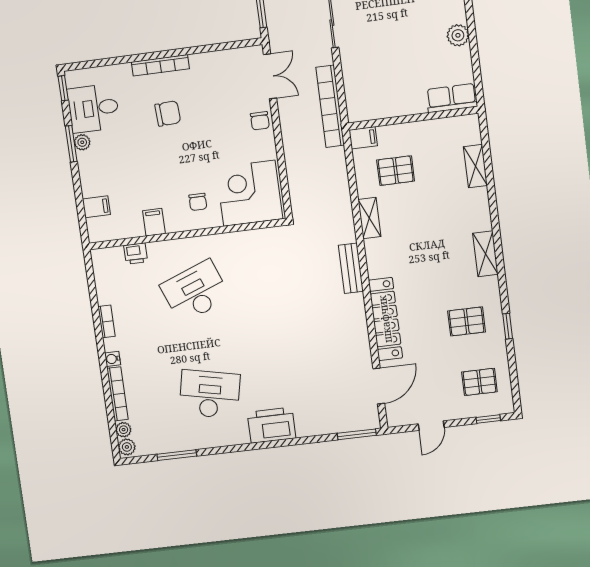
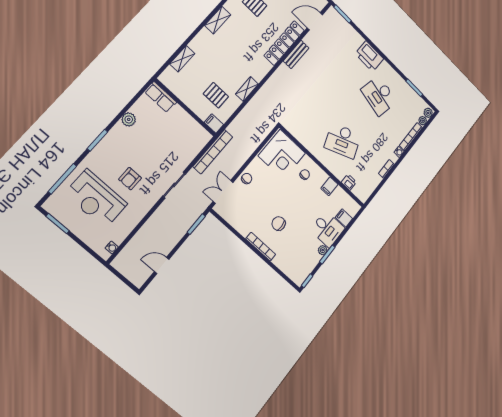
desk: (93, 108) -> (327, 229), moved
bench: (351, 268) -> (296, 54), moved

